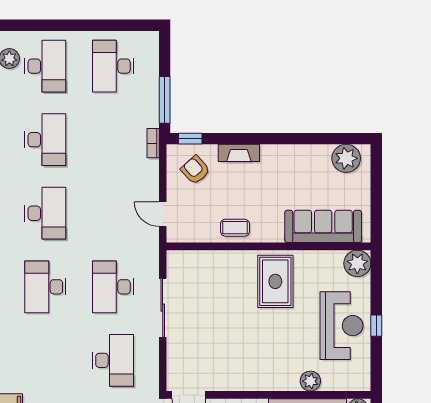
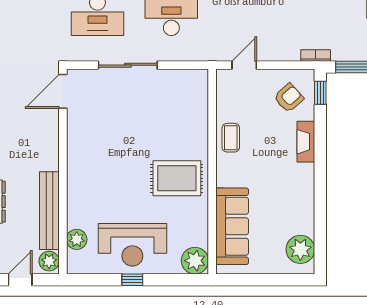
sliding door: (163, 308) -> (128, 65), moved
plant: (310, 381) -> (77, 239), moved

